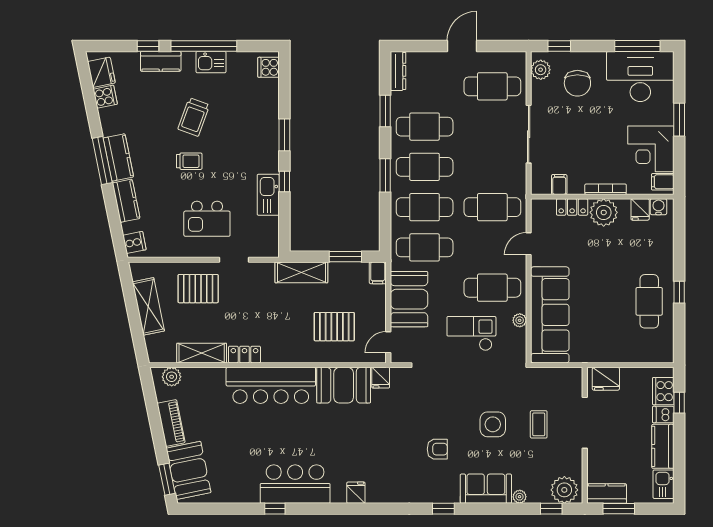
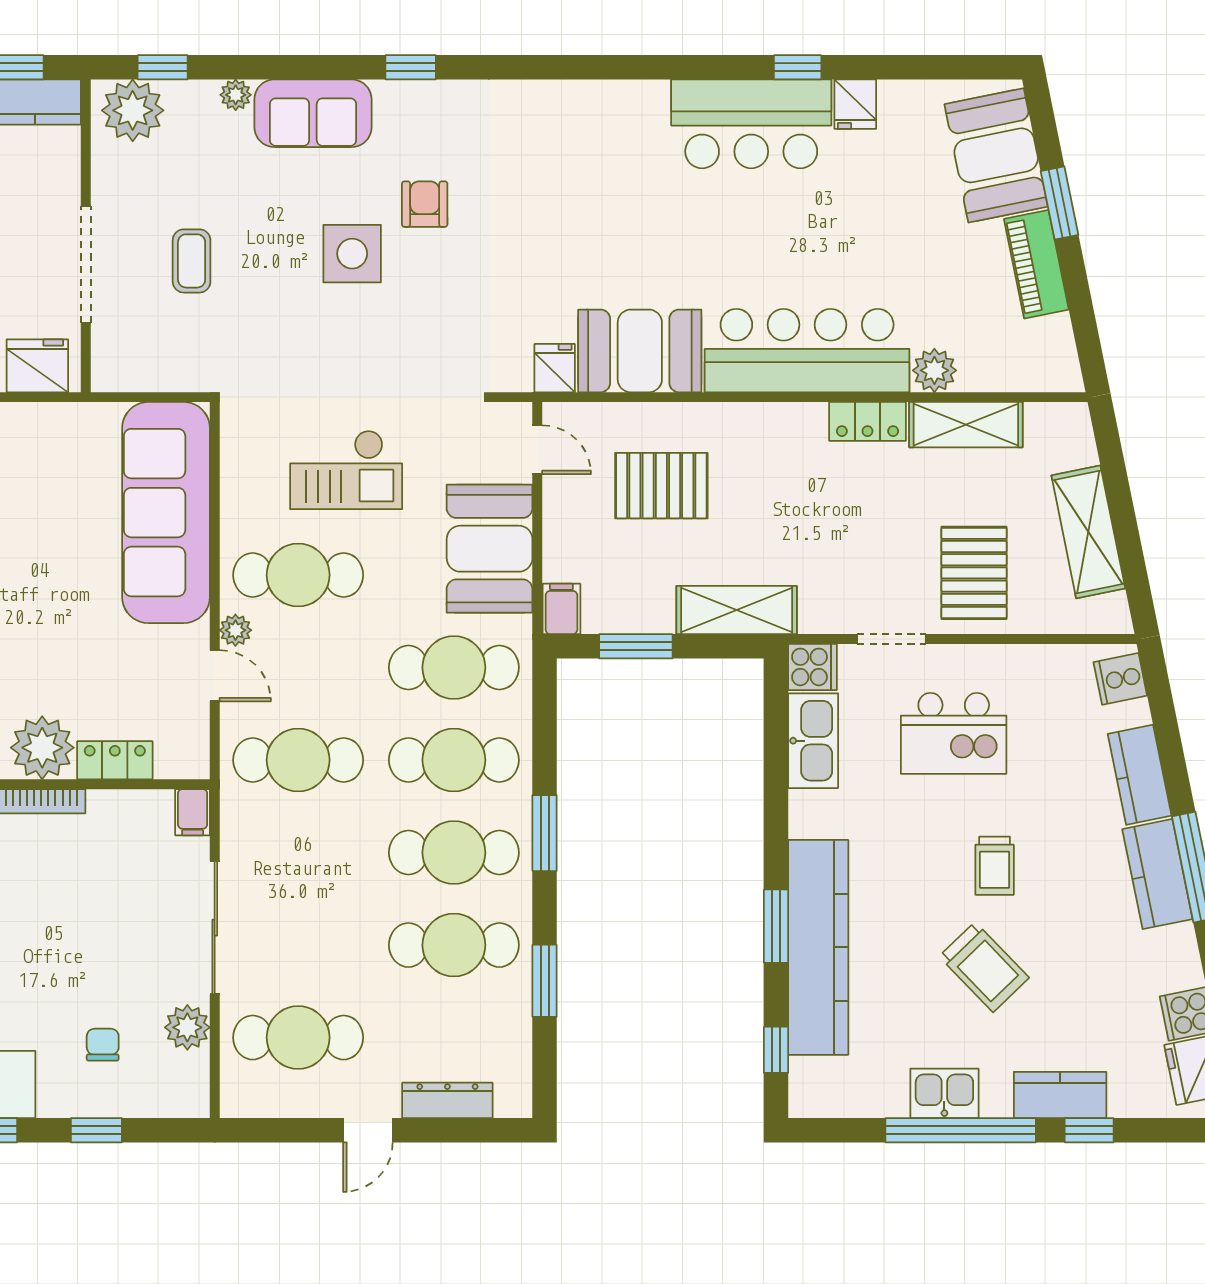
door: (462, 46) -> (368, 1130), width x0.73
window: (559, 46) -> (96, 1130), moved
cooker: (268, 67) -> (812, 667), moved
plant: (541, 70) -> (187, 1027), moved
dresser: (398, 71) -> (447, 1100), moved, turned 90
chair: (577, 83) -> (103, 1045), width x0.54, depth x0.54
trolley: (194, 117) -> (984, 967), turned 116
kitchen counter: (266, 126) -> (818, 947), added
trolley: (189, 161) -> (995, 866), turned -90
window: (284, 182) -> (776, 1050), moved
filing cabinet: (559, 184) -> (193, 812), moved
kitchen sink: (268, 195) -> (813, 741), moved
kitchen island: (207, 219) -> (954, 733), turned 180
door: (529, 244) -> (215, 676), hinge flipped
pallet: (198, 289) -> (974, 573), turned 90
plant: (520, 320) -> (235, 630), moved
door: (388, 342) -> (537, 450), hinge flipped
plant: (172, 377) -> (934, 370), moved
side table: (493, 424) -> (352, 254), moved
armchair: (437, 449) -> (425, 204), turned 90
window: (167, 479) -> (1060, 203), moved
fridge: (356, 493) -> (855, 104), moved

